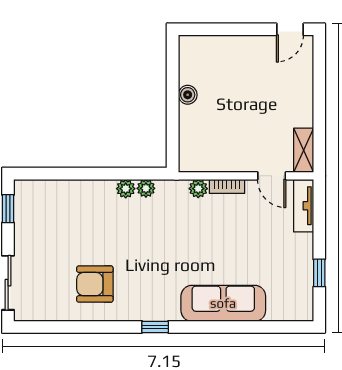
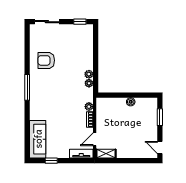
window: (222, 29) -> (160, 117), added
armchair: (95, 284) -> (46, 60), turned -90
sofa: (223, 303) -> (38, 139), moved
window: (155, 327) -> (27, 87), width x2.17

